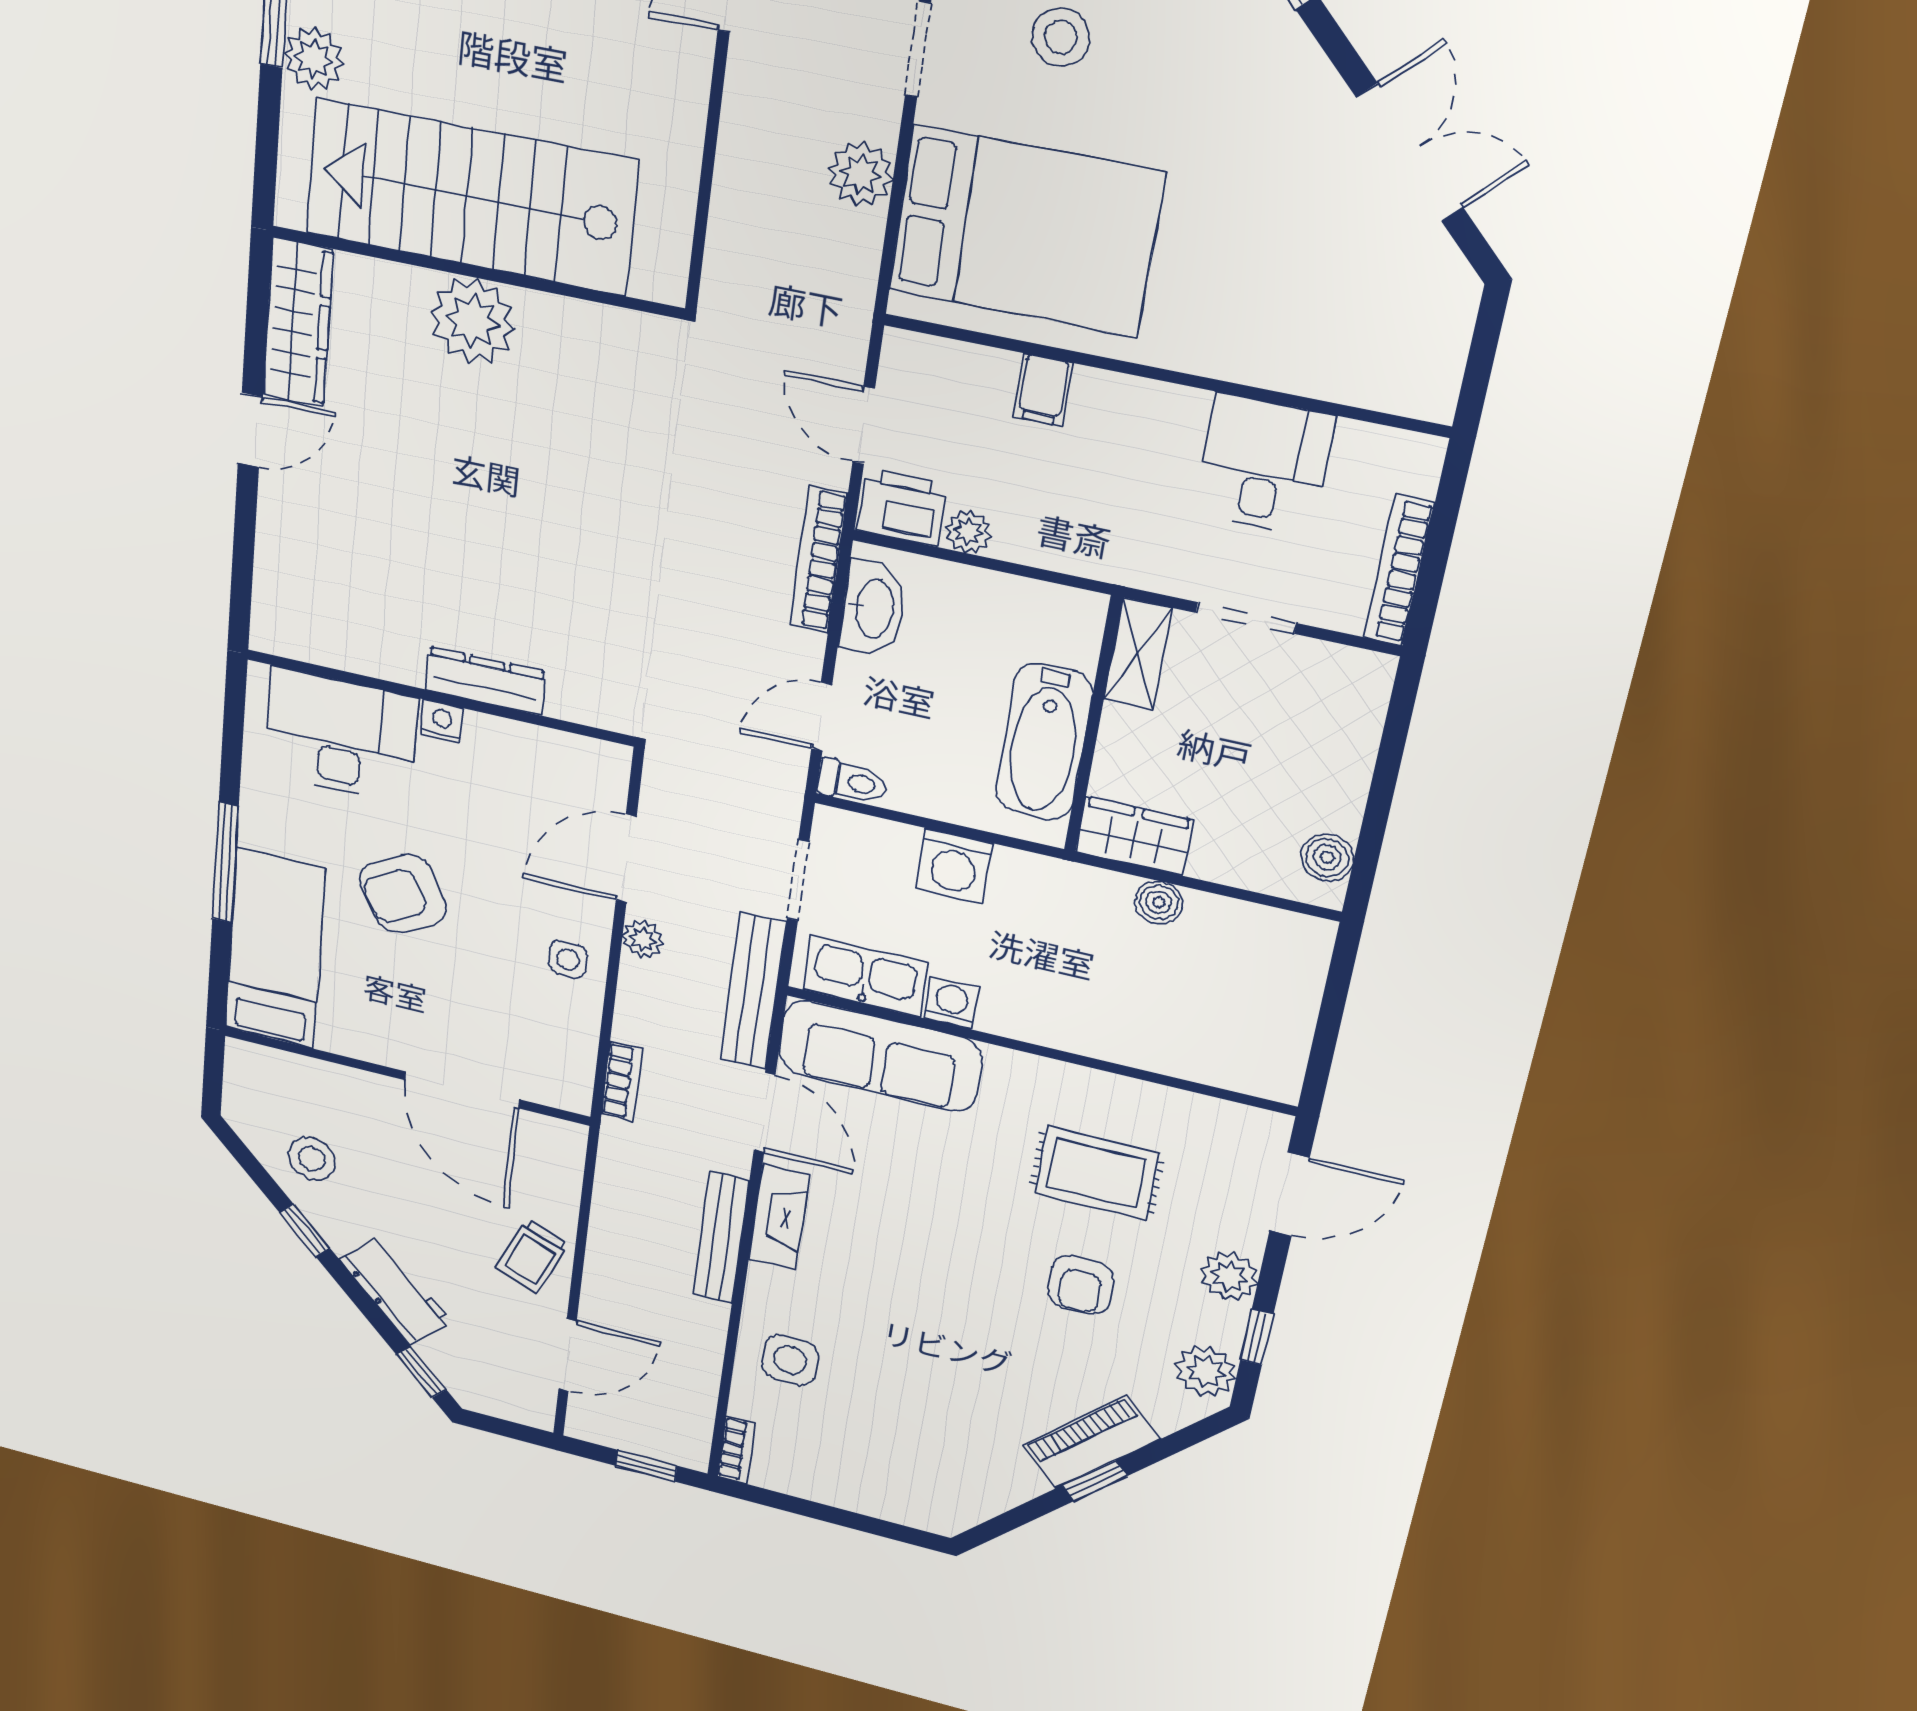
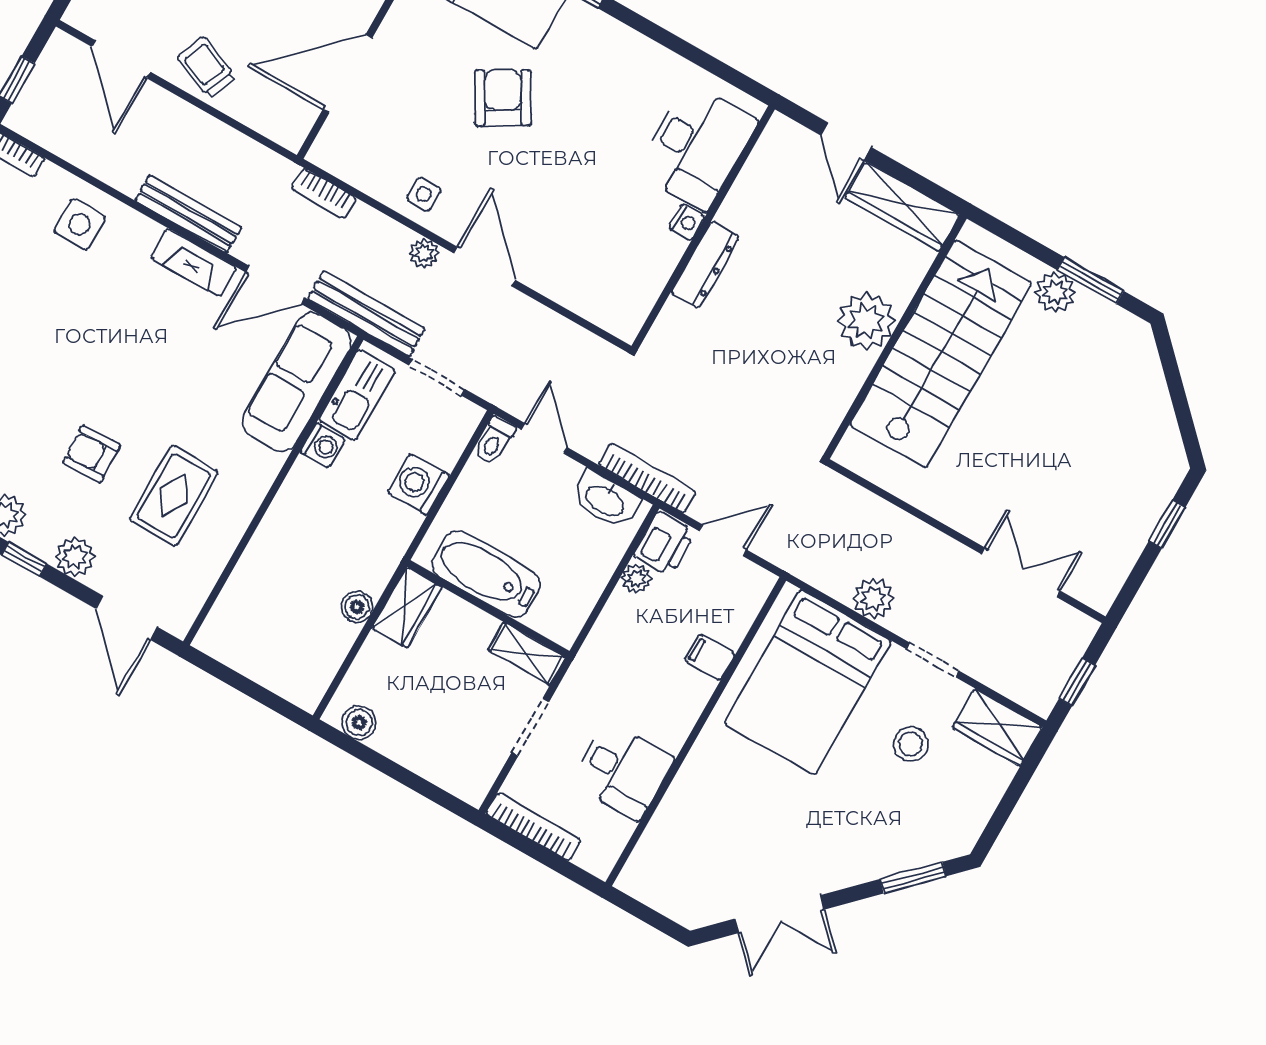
dresser: (485, 681) -> (705, 265), moved
wall: (439, 698) -> (703, 228), moved
nightstand: (442, 721) -> (687, 222), moved
desk: (341, 736) -> (697, 147), moved

